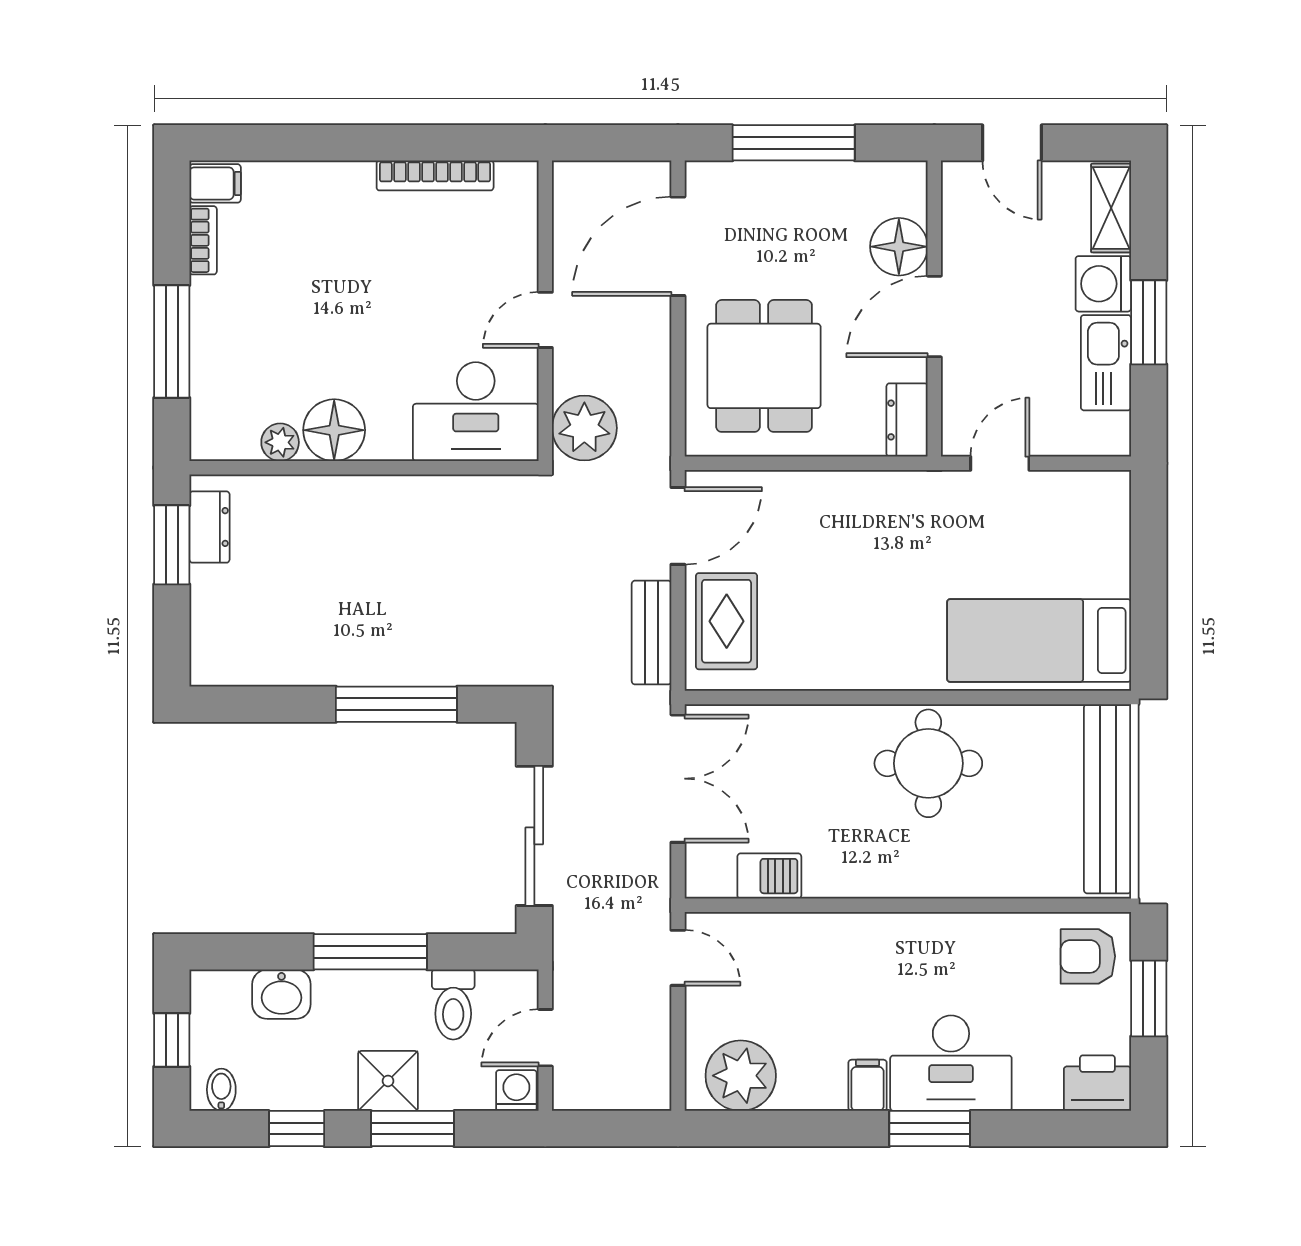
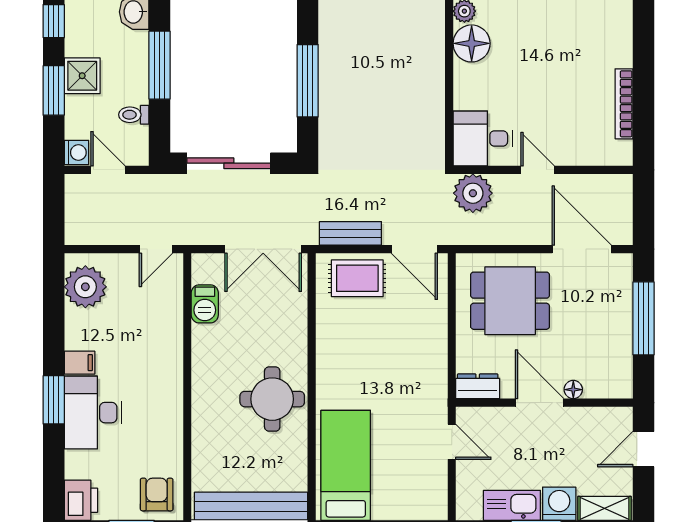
floor lamp: (899, 247) -> (573, 390), width x0.53, depth x0.53
desk: (476, 412) -> (483, 138), width x0.73
toilet: (453, 1004) -> (134, 115), width x0.73, depth x0.72

